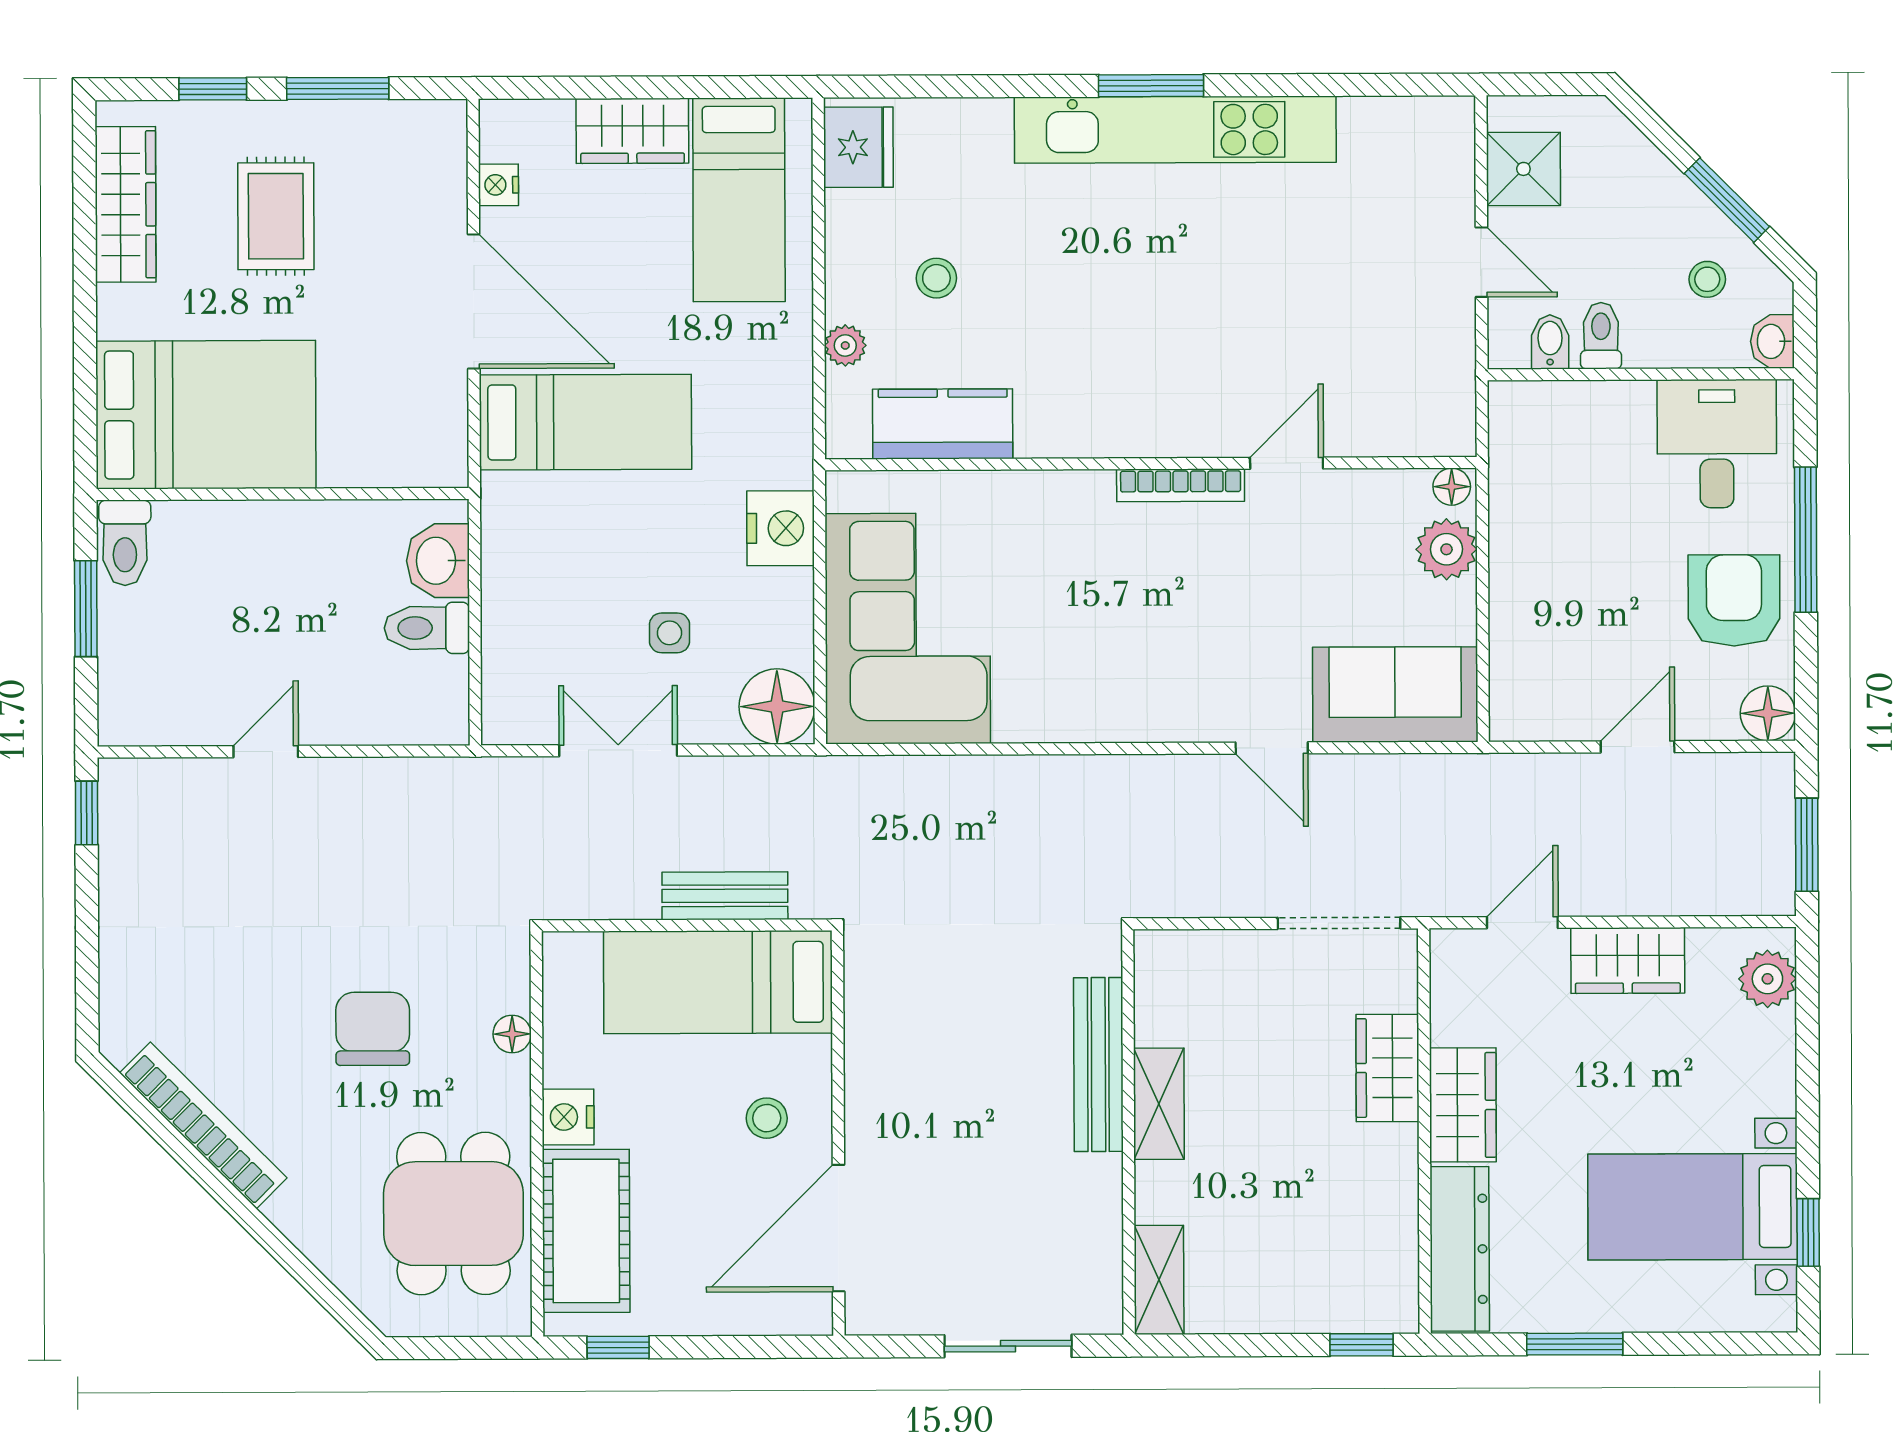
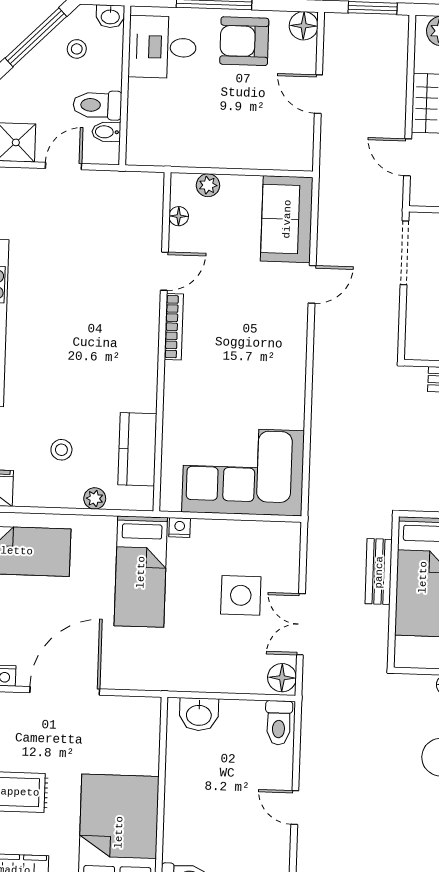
window: (1727, 200) -> (36, 37), width x1.44
toilet: (1601, 336) -> (97, 105), width x1.37, depth x1.39
bed: (586, 422) -> (141, 572), moved, turned 180
door: (1287, 463) -> (164, 271), swing flipped
floor lamp: (1452, 487) -> (179, 216), moved
nightstand: (781, 528) -> (180, 528), width x0.53, depth x0.56
plant: (1447, 549) -> (208, 185), width x0.73, depth x0.73
toilet: (427, 628) -> (279, 723), moved
side table: (670, 633) -> (241, 595), width x1.87, depth x1.87
floor lamp: (777, 707) -> (282, 678), moved, width x0.73, depth x0.73

